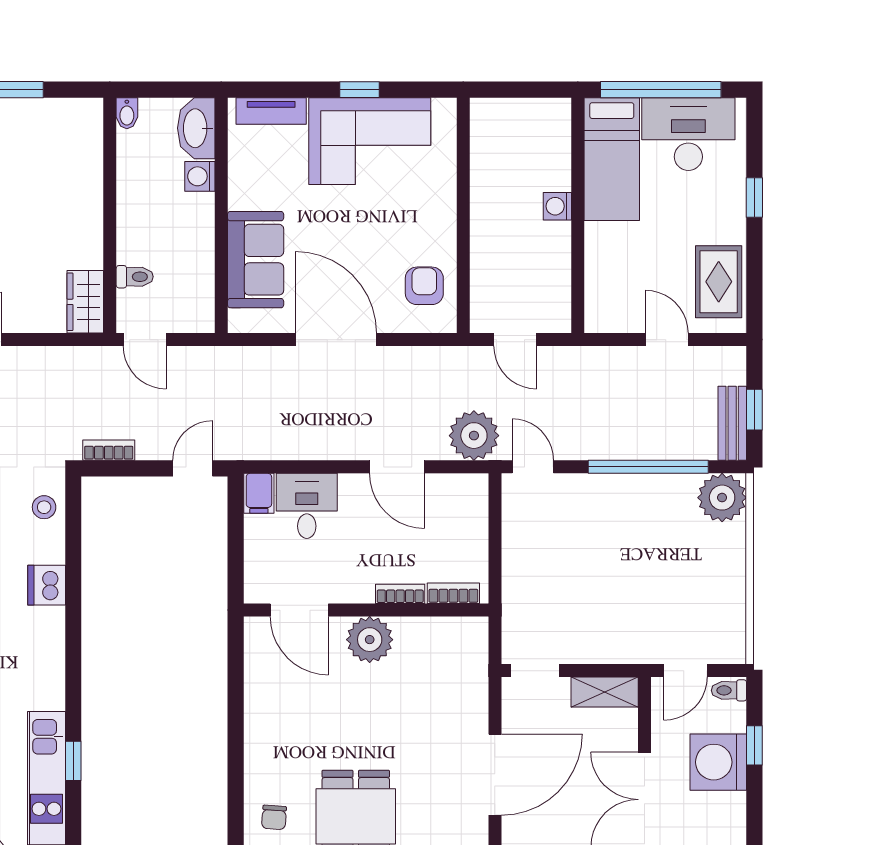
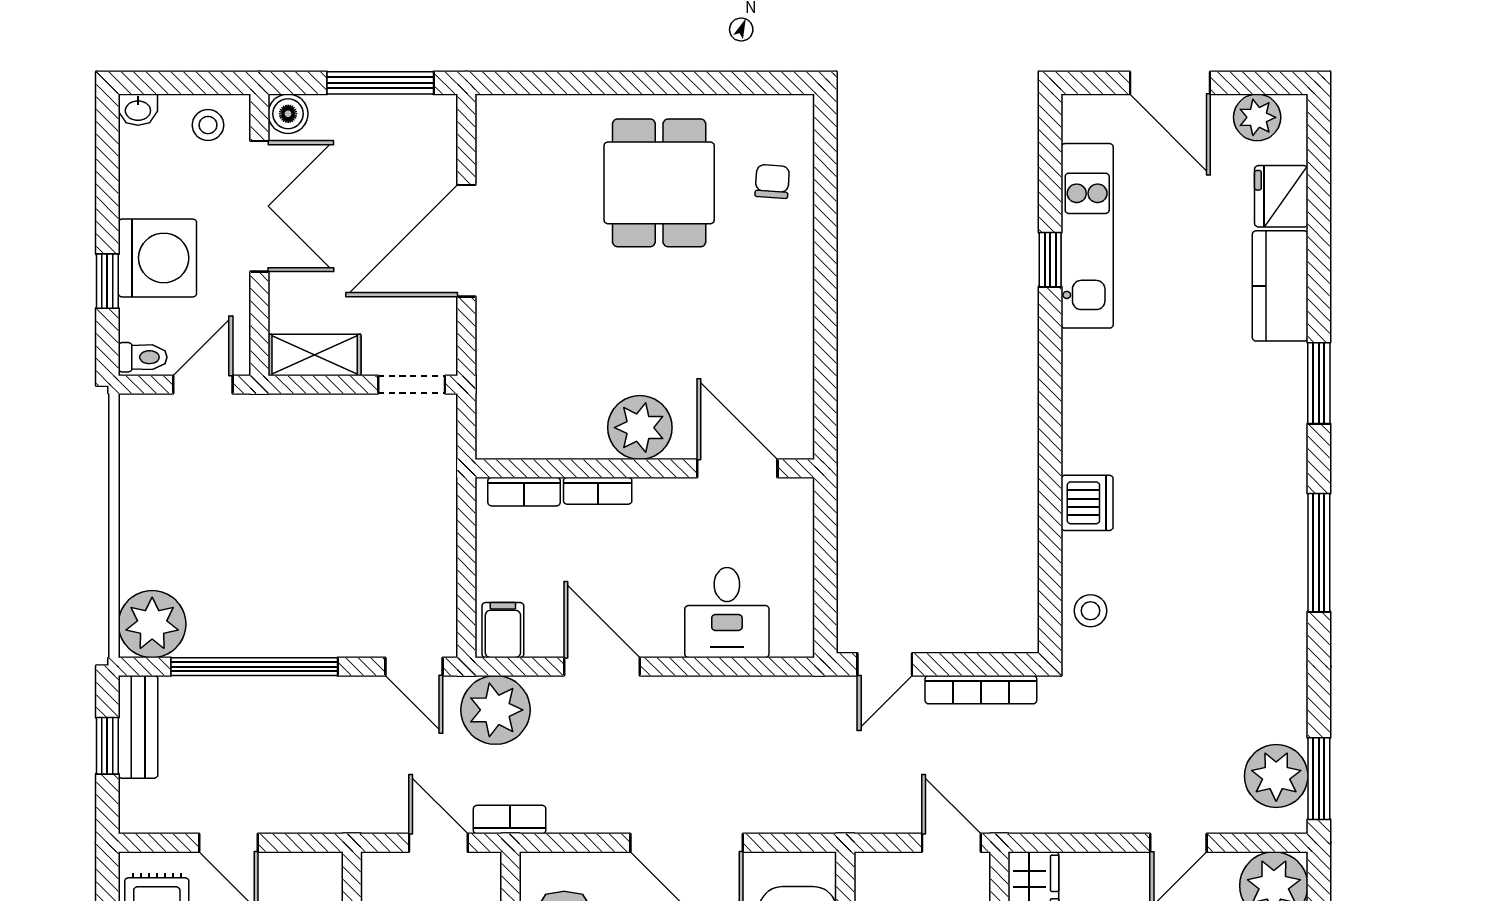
bookcase: (464, 356) -> (510, 820), added
bookcase: (109, 450) -> (981, 690), width x1.56
filing cabinet: (259, 493) -> (503, 630), moved

